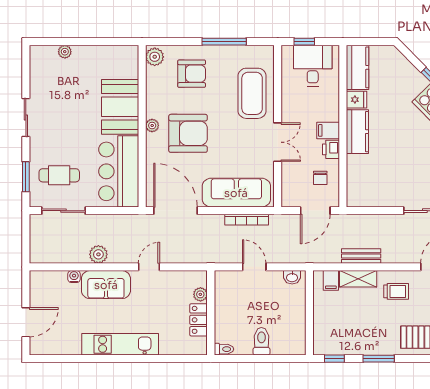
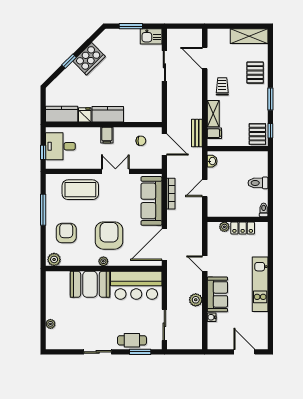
printer: (331, 149) -> (120, 133), removed
cafe table: (59, 175) -> (132, 340), moved, turned 90
bench: (361, 256) -> (197, 133), moved
pallet: (330, 340) -> (257, 134), added

